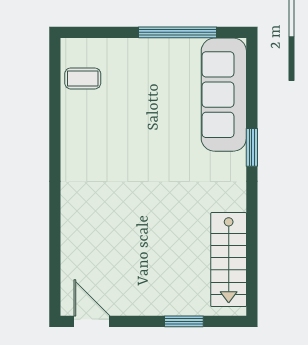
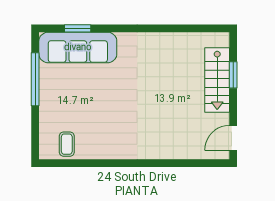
window: (252, 147) -> (78, 28), moved
stairs: (229, 260) -> (217, 80), moved, turned 90

